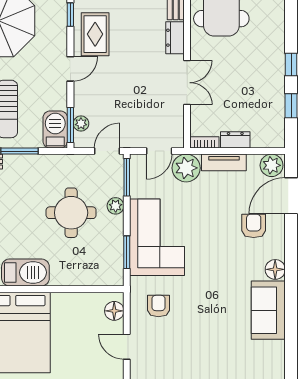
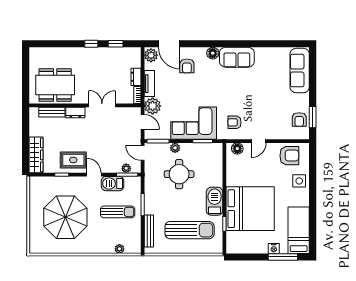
barbecue: (55, 129) -> (113, 184), moved
armchair: (254, 226) -> (187, 66), turned -90

